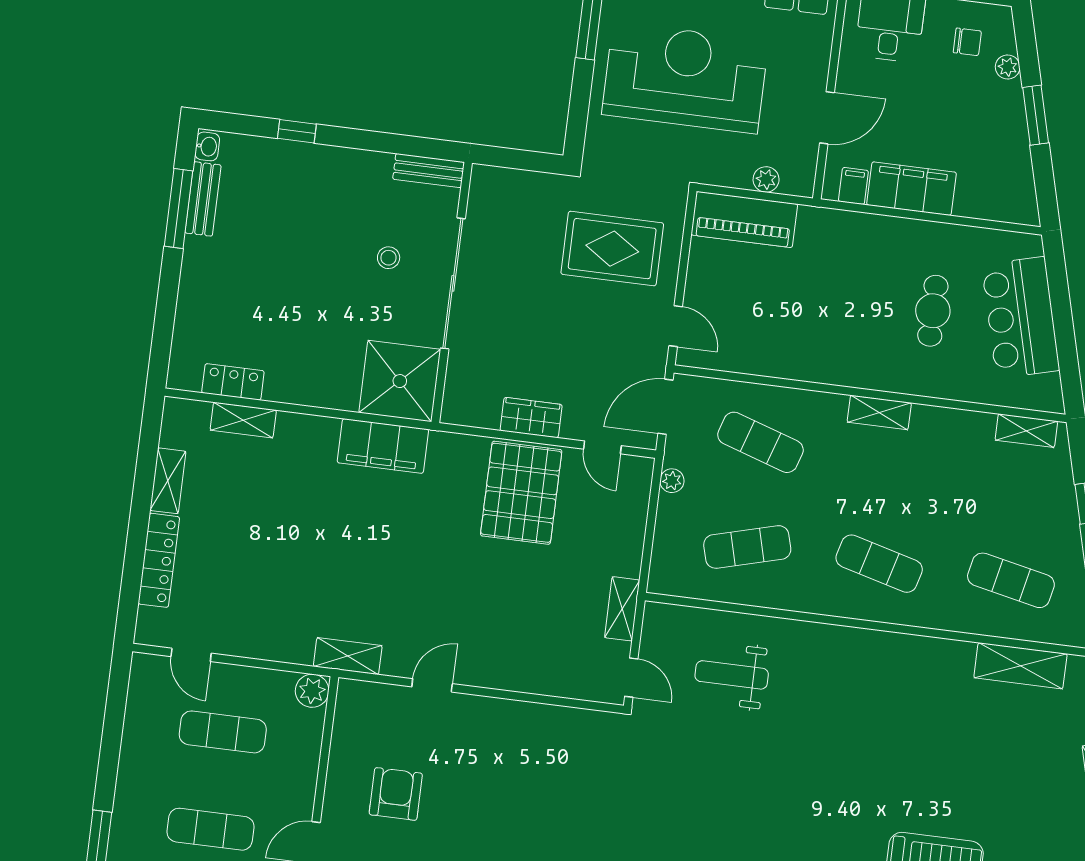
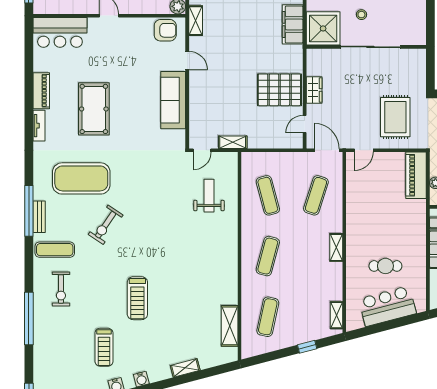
bench: (429, 171) -> (420, 29), removed
stool: (389, 258) -> (361, 15), moved
plant: (672, 481) -> (294, 157), removed
sofa: (515, 726) -> (173, 100), added
armchair: (396, 794) -> (165, 30), moved

